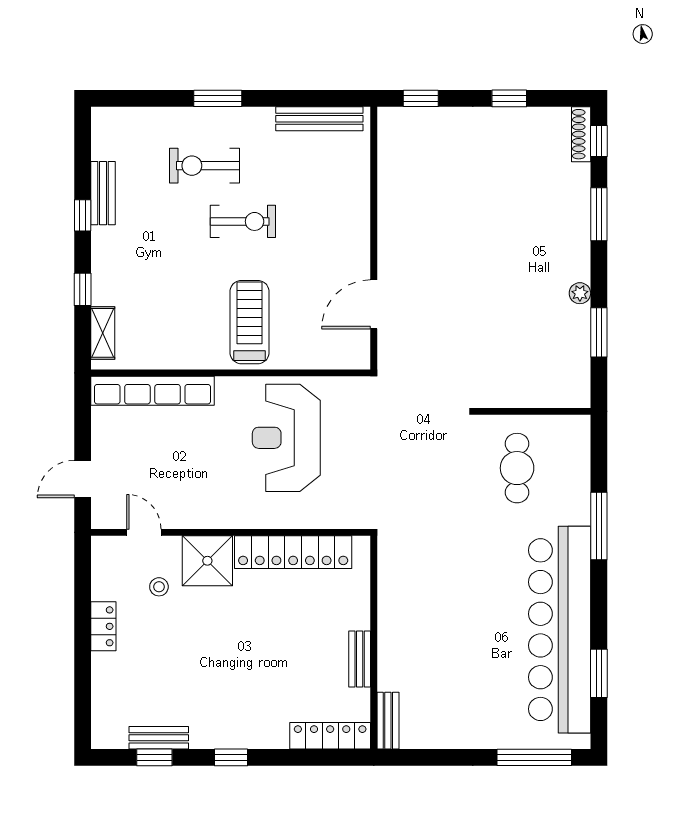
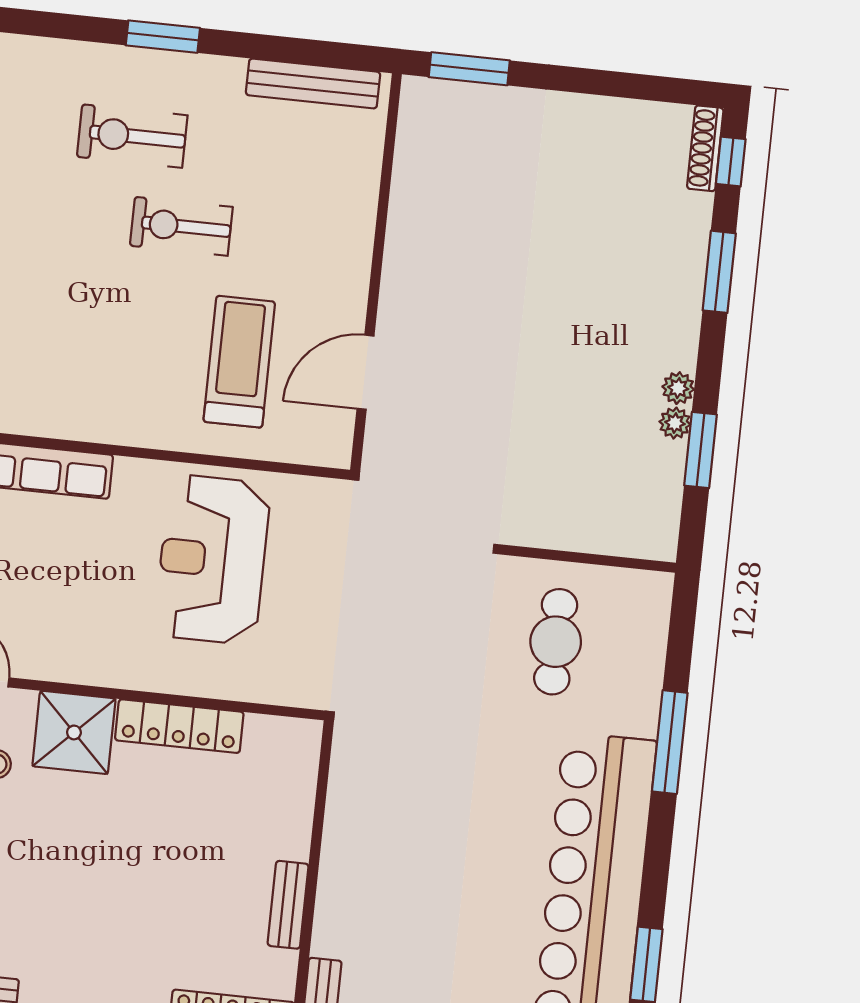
window: (421, 98) -> (469, 69), width x1.50
window: (509, 98) -> (603, 83), removed
exercise bike: (243, 221) -> (181, 226), turned 180
plant: (580, 316) -> (675, 423), added
treadmill: (250, 322) -> (239, 362), moved
locker: (293, 552) -> (179, 726), width x0.71, depth x0.83

